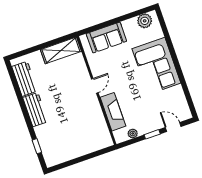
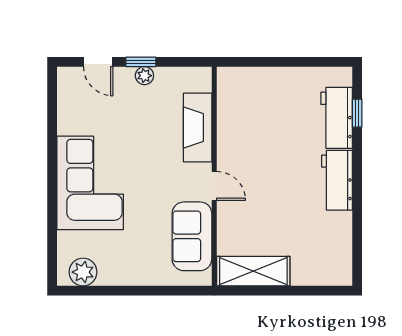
sofa: (106, 37) -> (192, 236), moved, turned -90
workbench: (25, 79) -> (337, 118), moved
door: (95, 86) -> (214, 186), swing flipped
plant: (133, 133) -> (144, 76), moved

